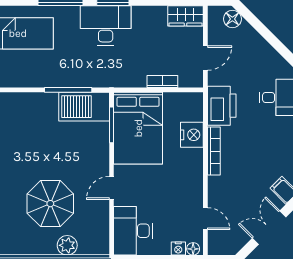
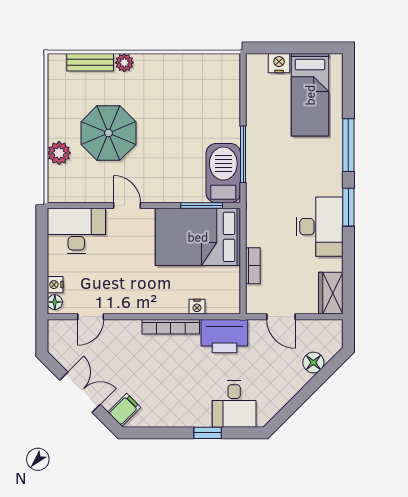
floor lamp: (232, 19) -> (313, 363), moved
desk: (106, 25) -> (320, 227), moved
nightstand: (192, 135) -> (197, 307), width x0.53, depth x0.56

